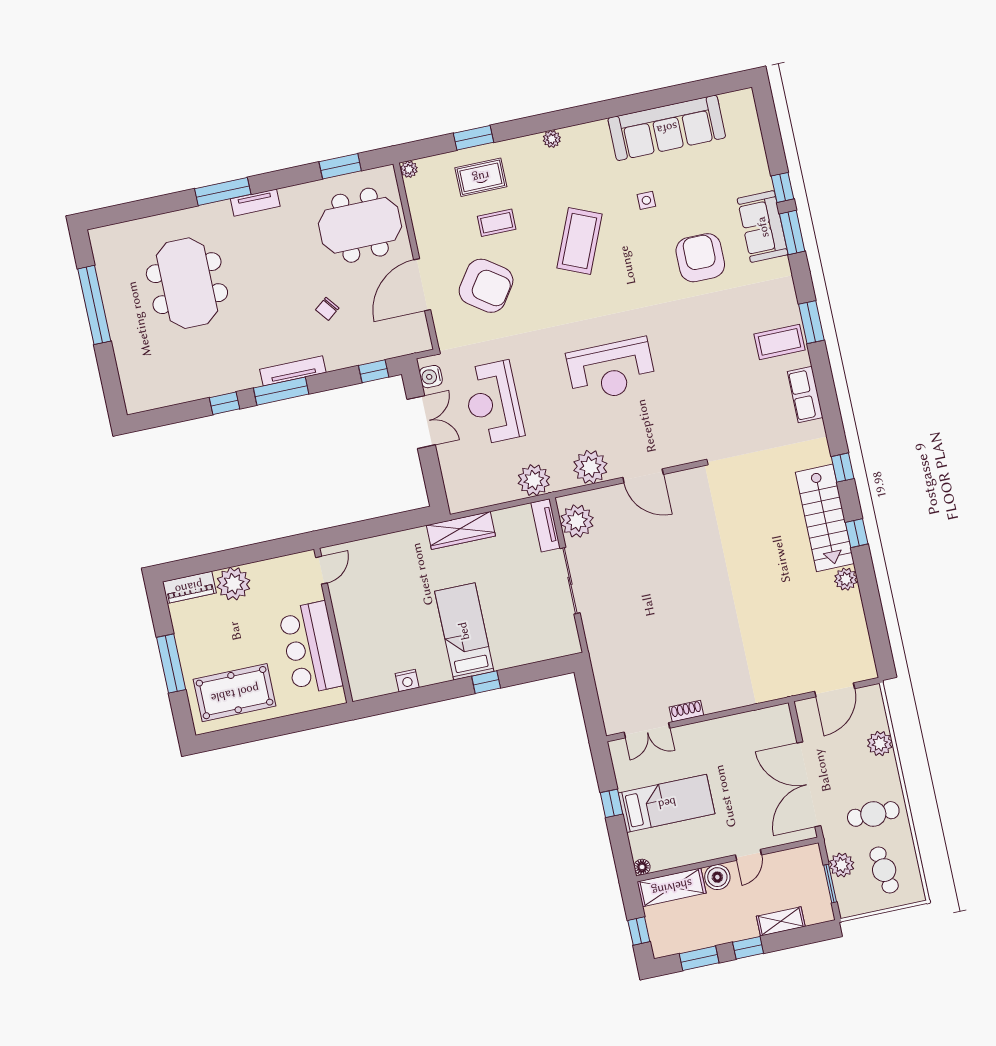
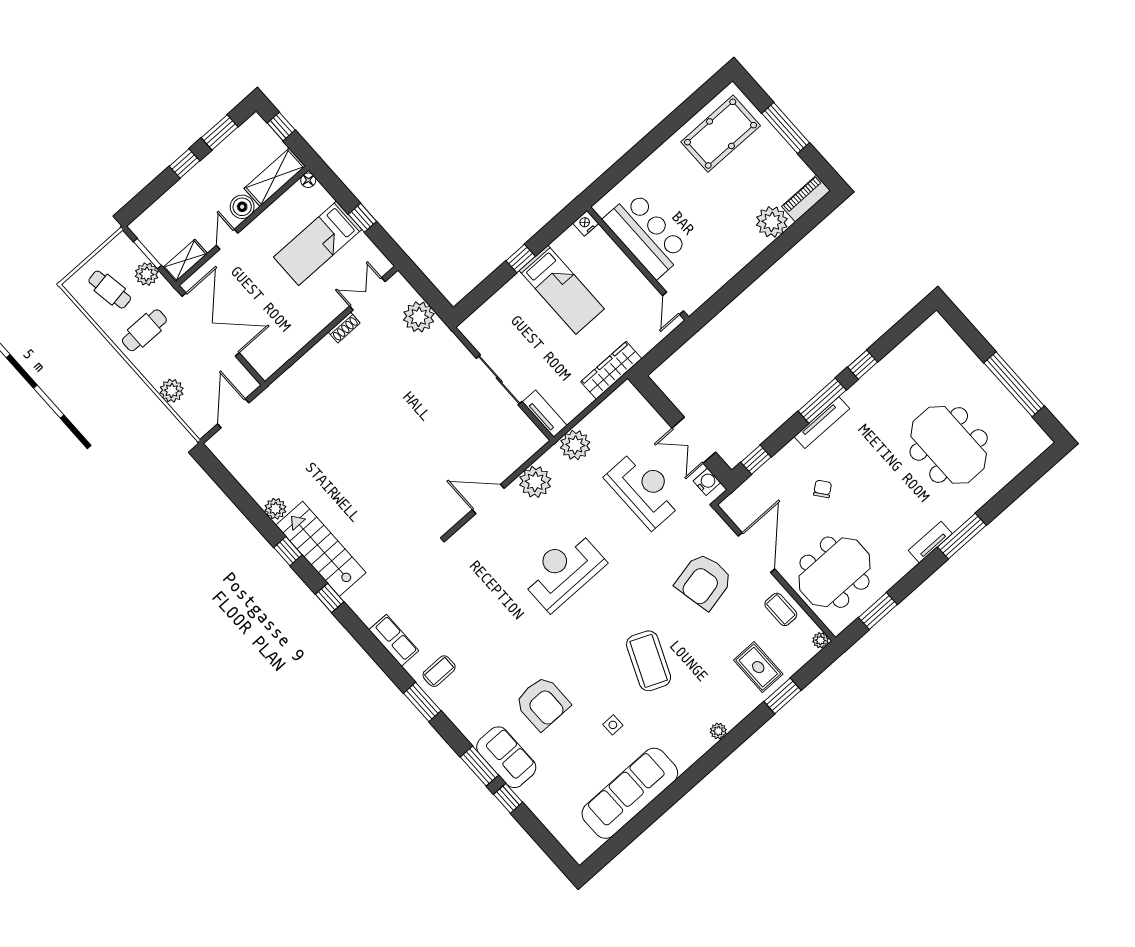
rug: (481, 177) -> (758, 667), turned 90
coffee table: (497, 223) -> (781, 609), moved, turned 90
armchair: (486, 286) -> (704, 581), turned -47
coffee table: (780, 342) -> (439, 671), width x0.73, depth x0.77
plant: (577, 521) -> (419, 317), moved
door: (321, 570) -> (673, 303), moved
wall: (333, 625) -> (638, 264), moved
bar counter: (311, 648) -> (646, 235), moved
shelving: (781, 921) -> (185, 260), moved

